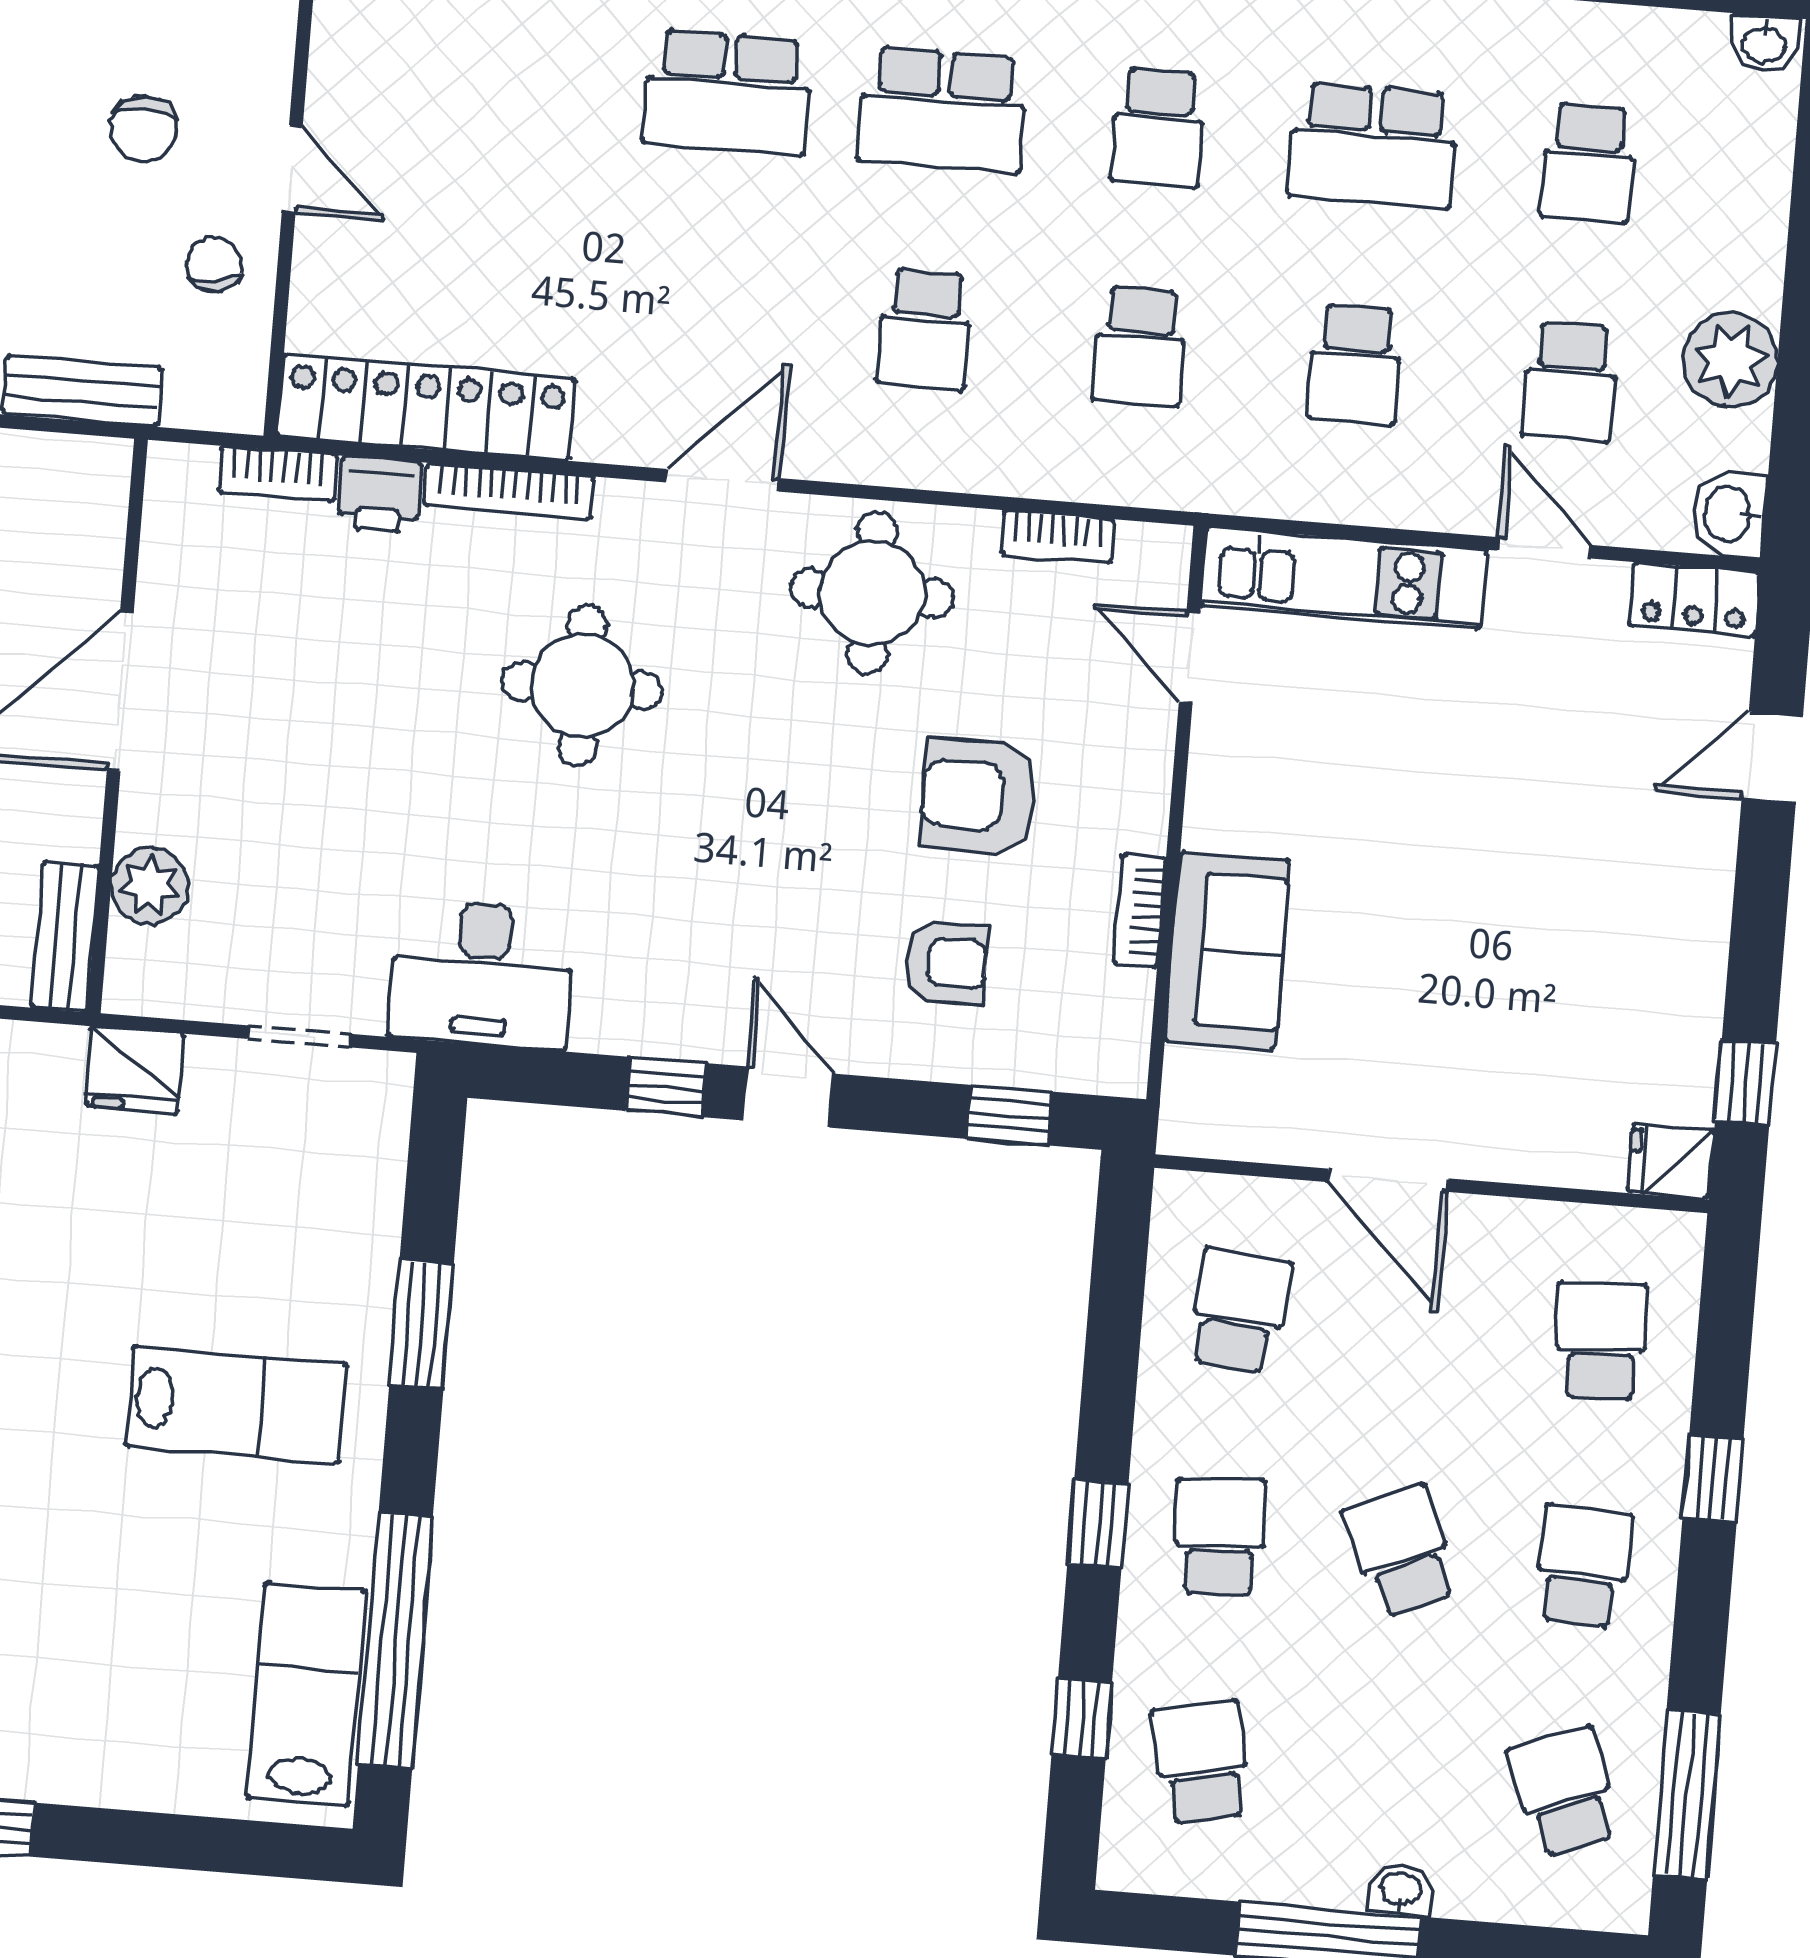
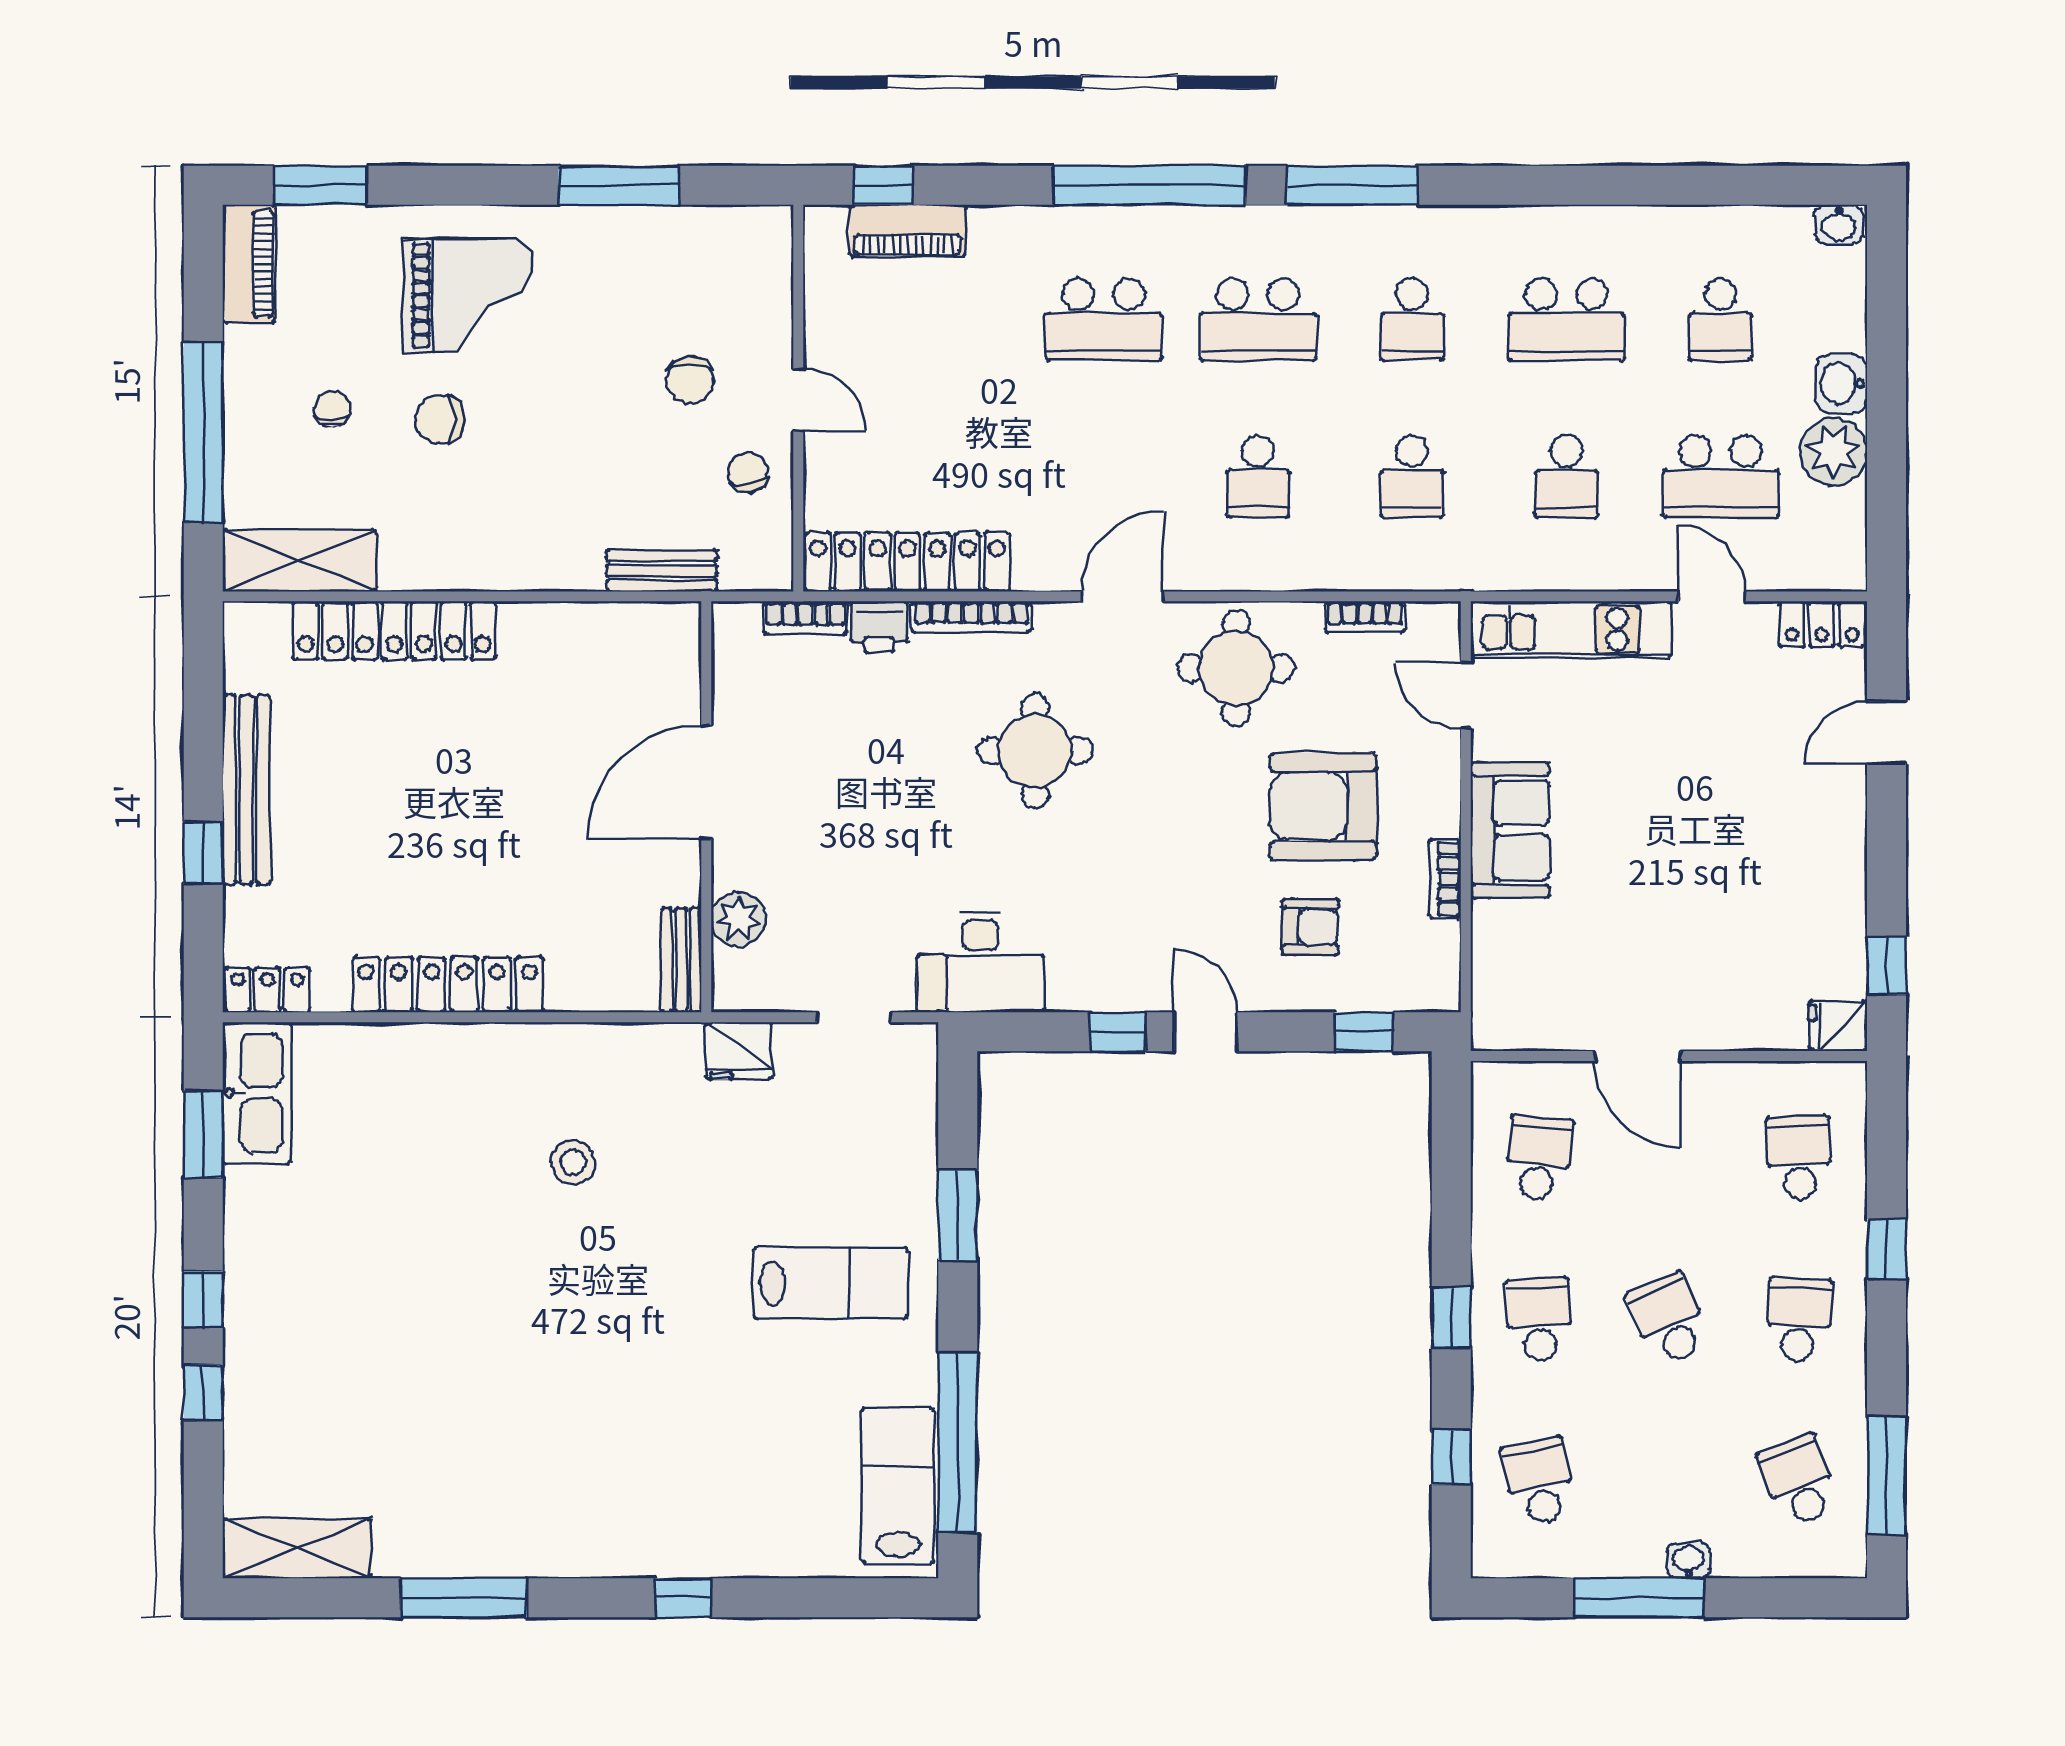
school desk: (1570, 382) -> (1721, 477), width x1.85
washbasin: (1729, 514) -> (1842, 384), moved
armchair: (978, 796) -> (1323, 806), width x1.36, depth x1.36
sofa: (1227, 951) -> (1510, 830), moved

